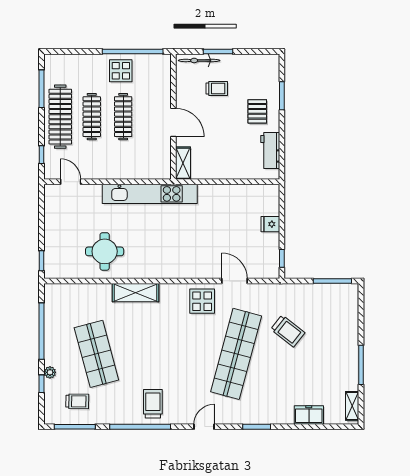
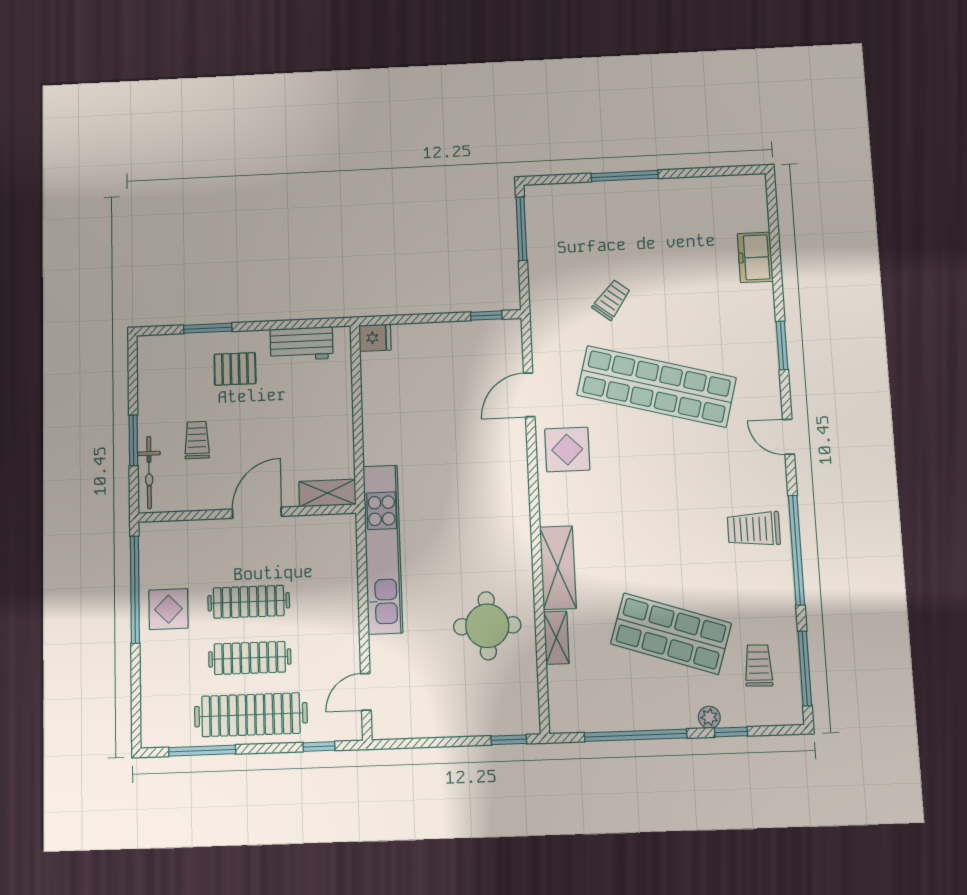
fridge: (270, 224) -> (375, 338), moved, turned -90
trolley: (288, 331) -> (612, 300), width x0.73, depth x0.72
shop shelf: (96, 354) -> (671, 634), turned 33
window: (361, 365) -> (625, 176), moved
shelving: (352, 406) -> (556, 638), moved, turned 90

